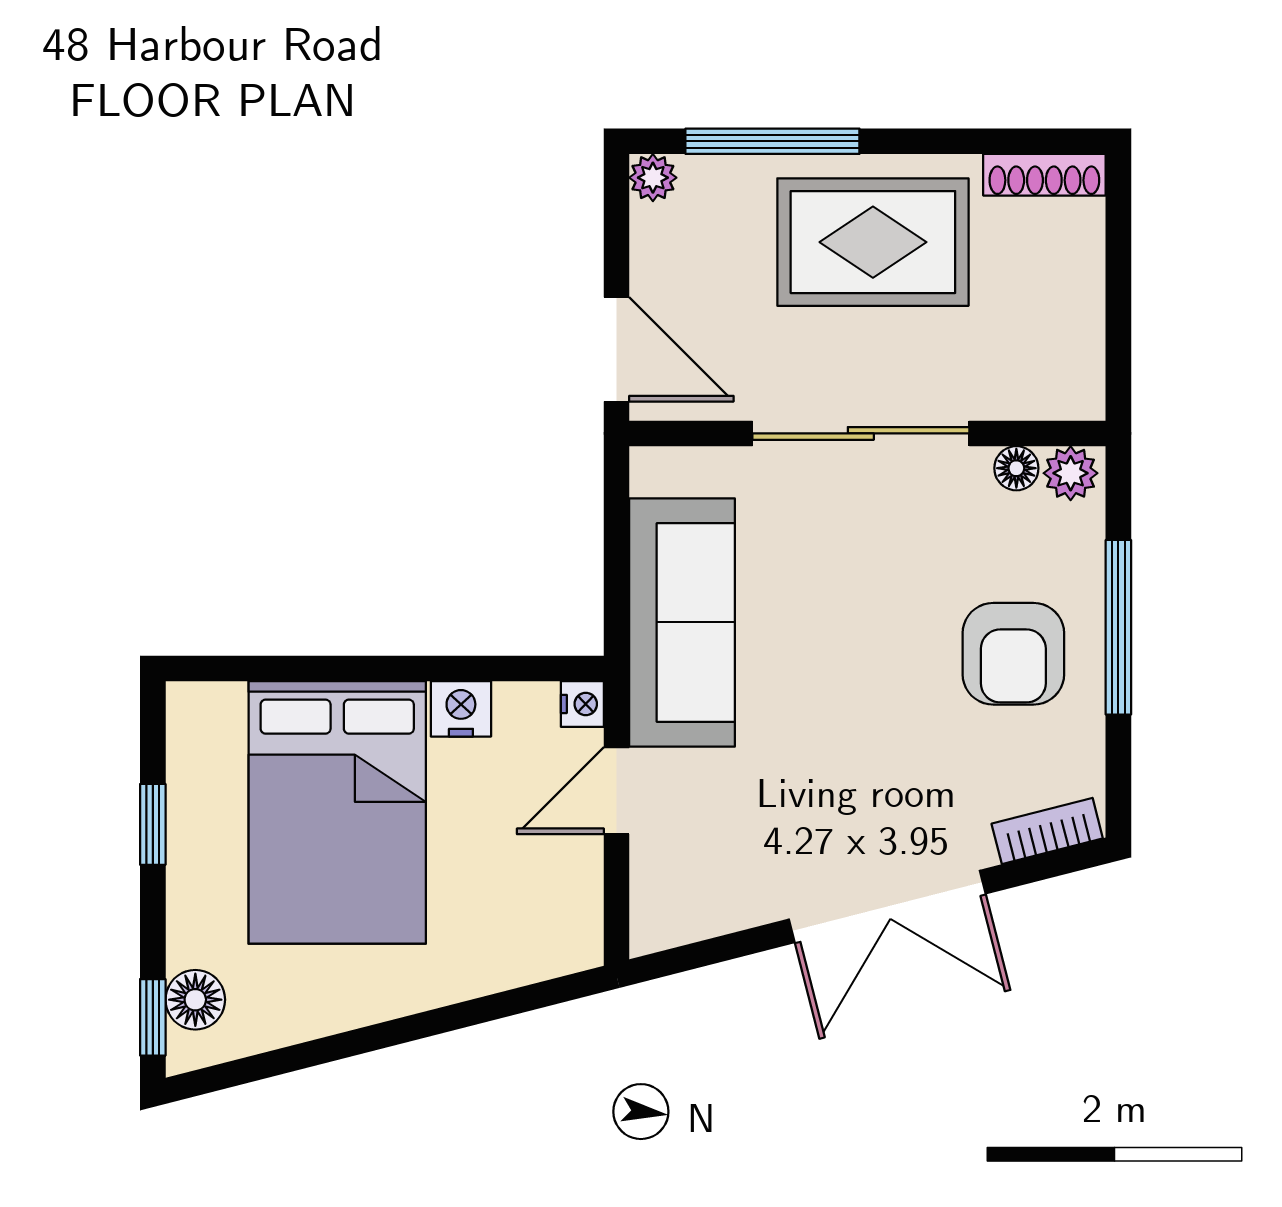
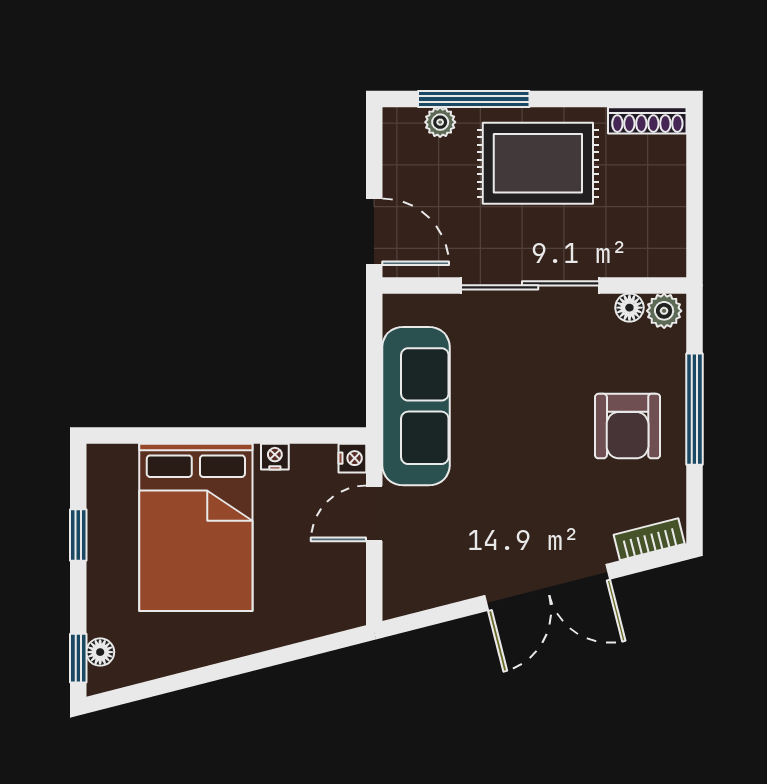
plant: (653, 178) -> (440, 122), moved
nightstand: (461, 709) -> (275, 457), width x0.72, depth x0.74
floor lamp: (195, 1000) -> (100, 652), width x0.73, depth x0.73

